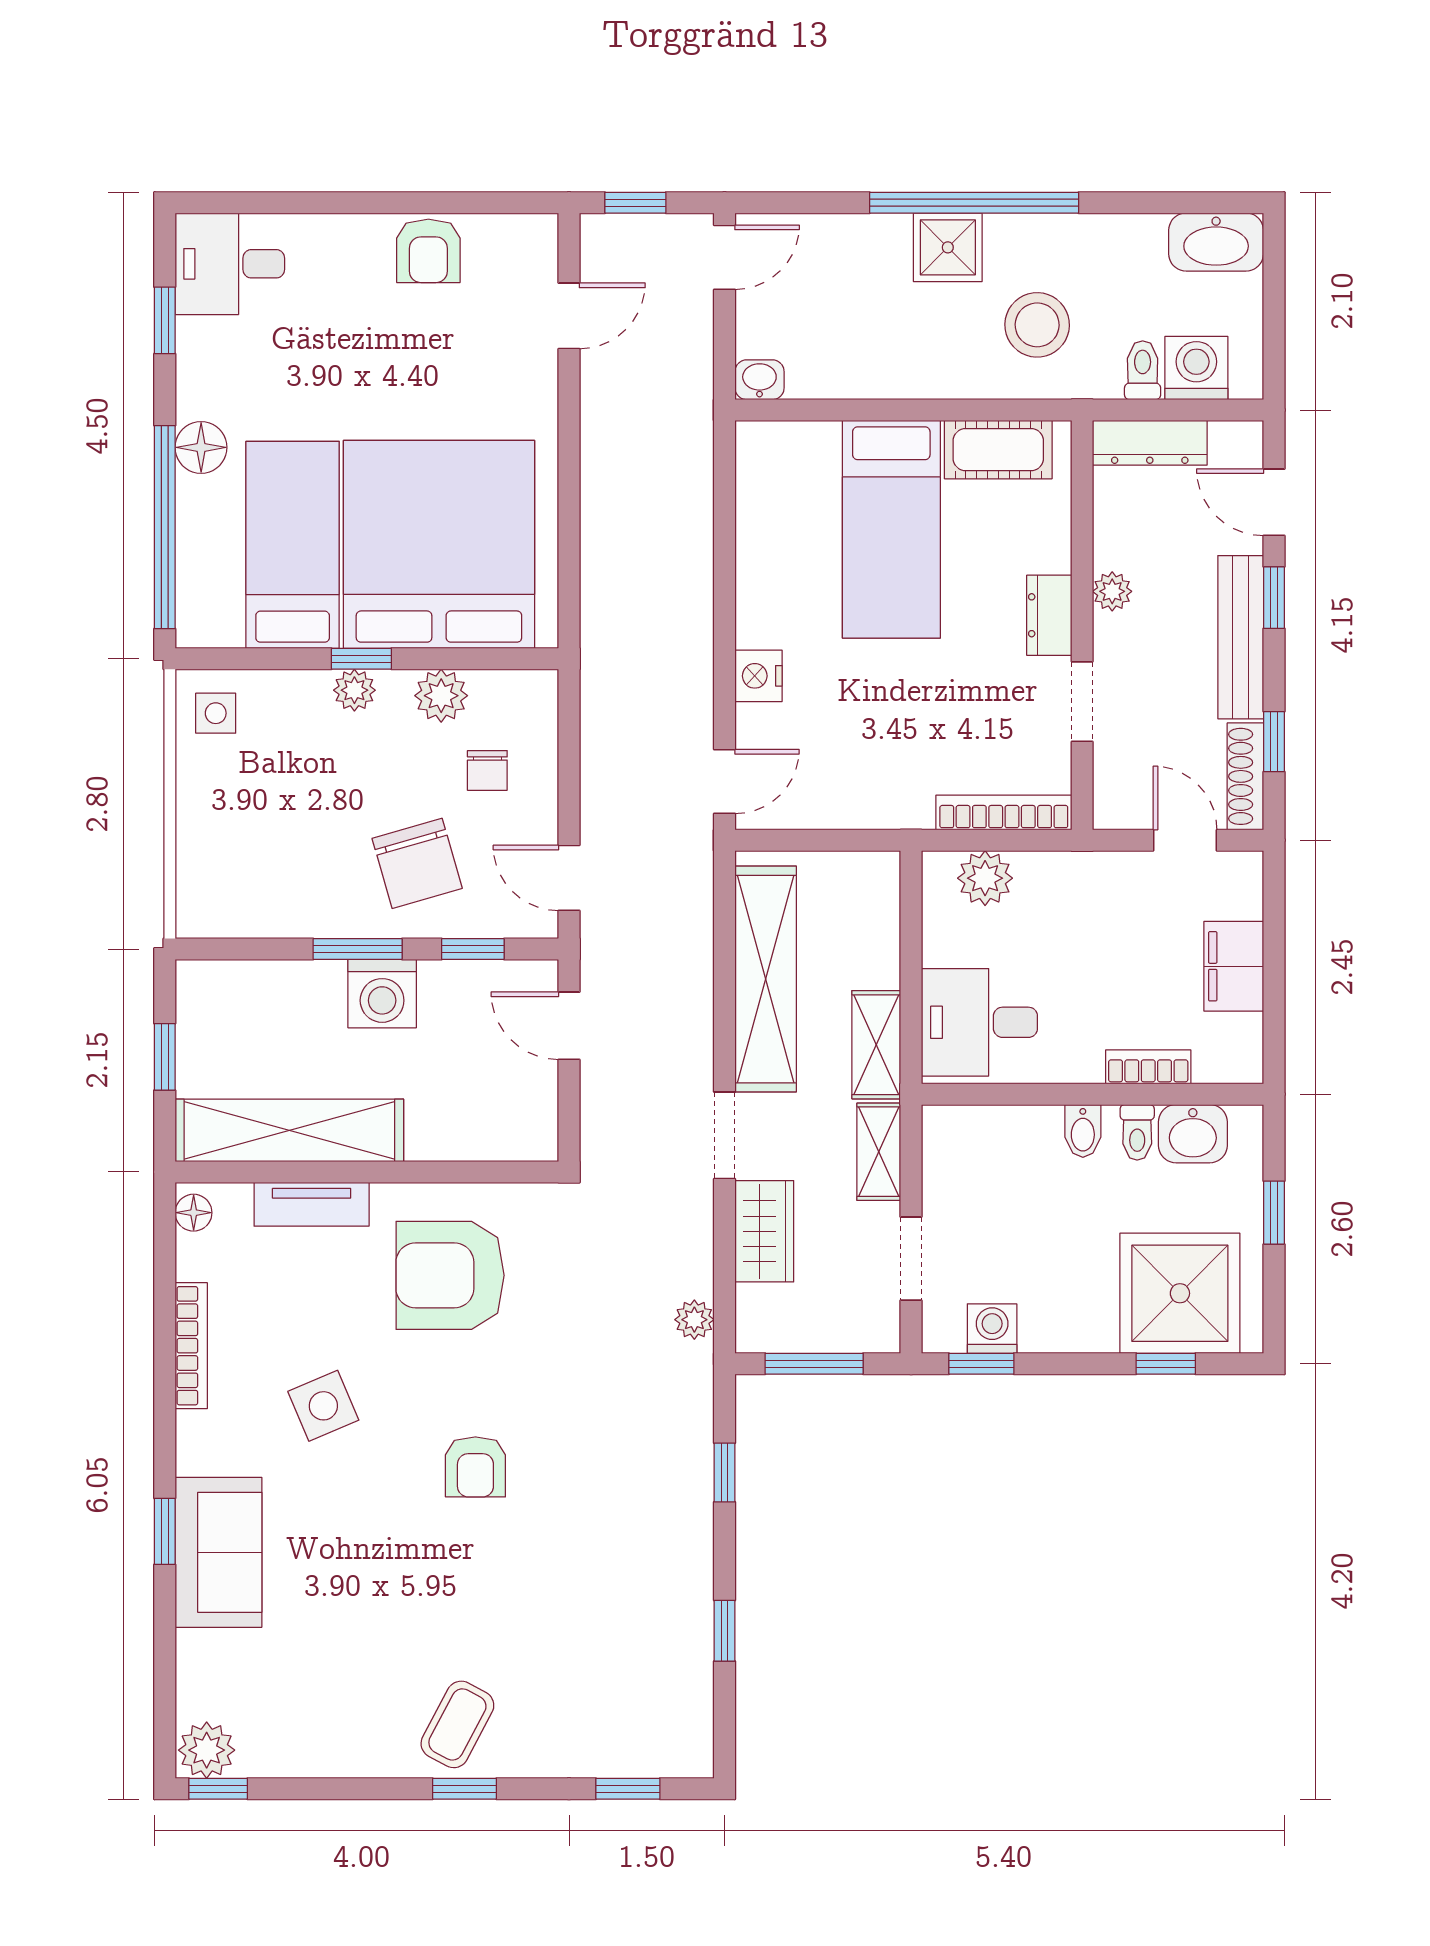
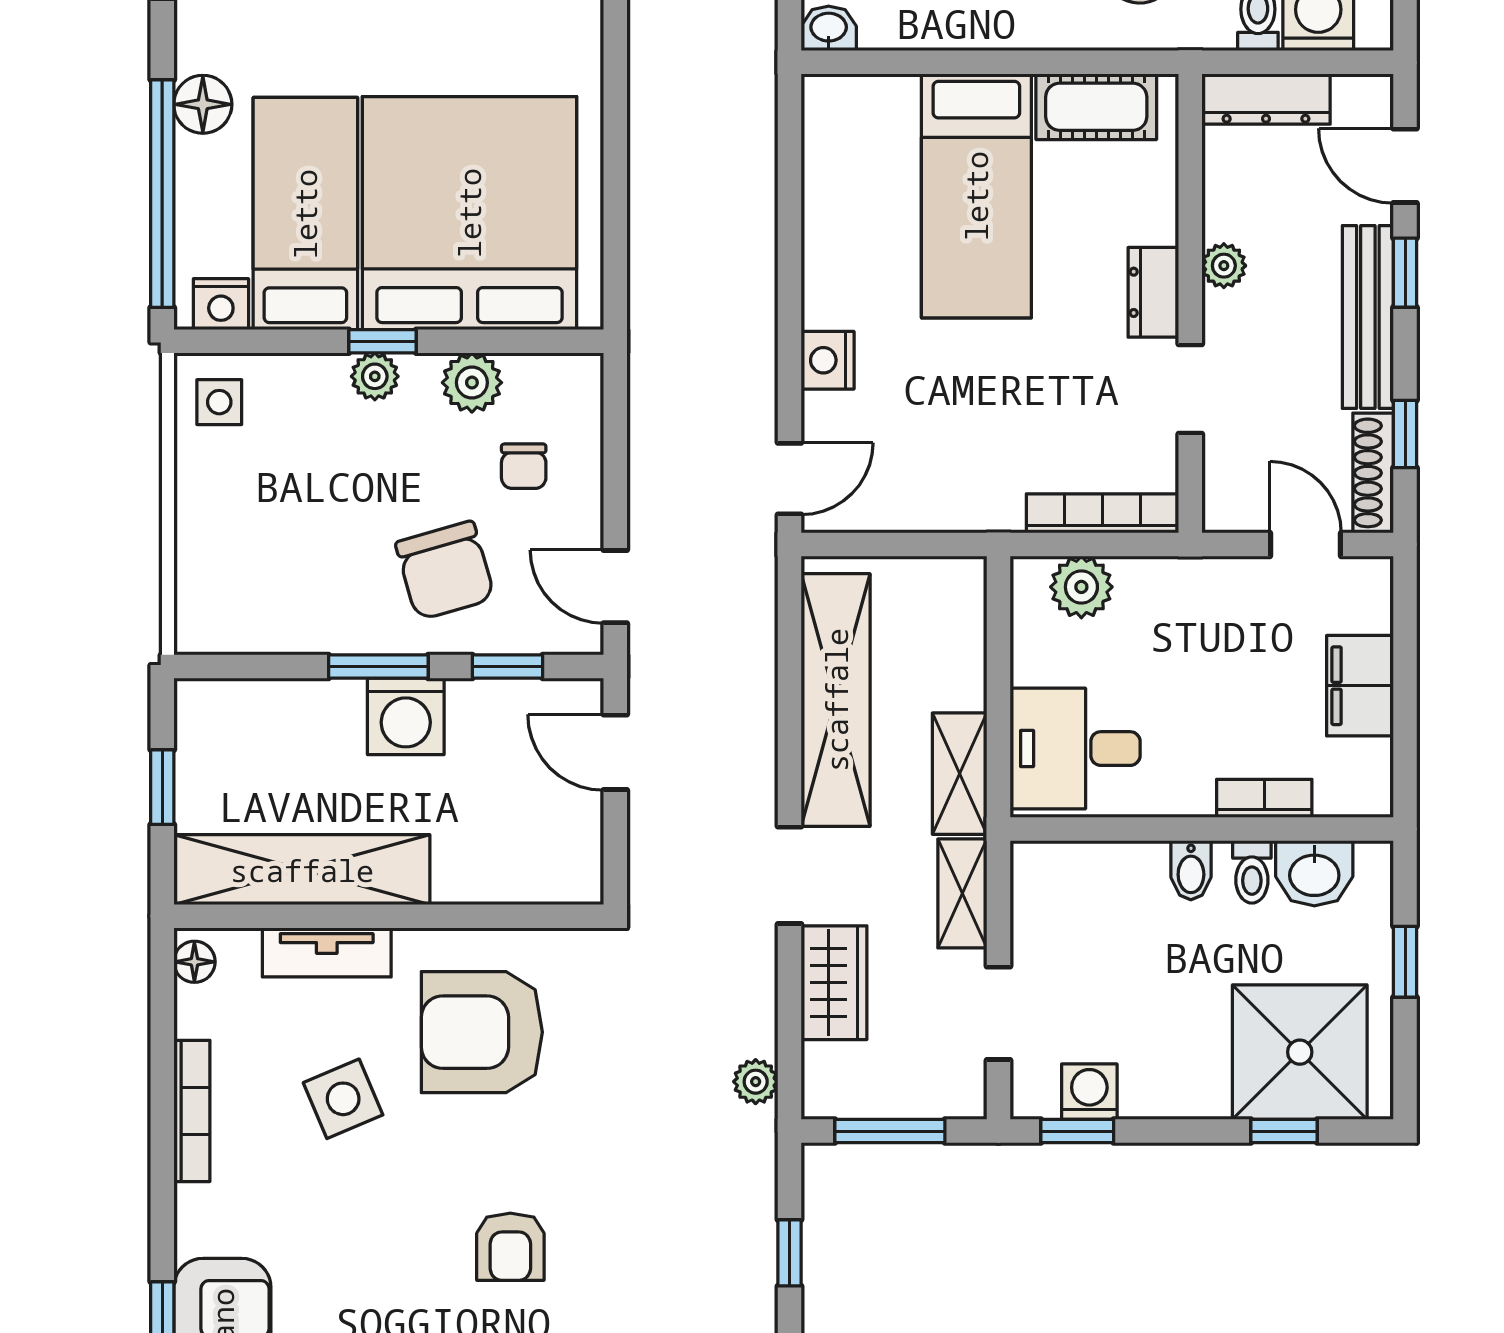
nightstand: (217, 626) -> (221, 304), added
side table: (323, 1406) -> (343, 1099), moved

